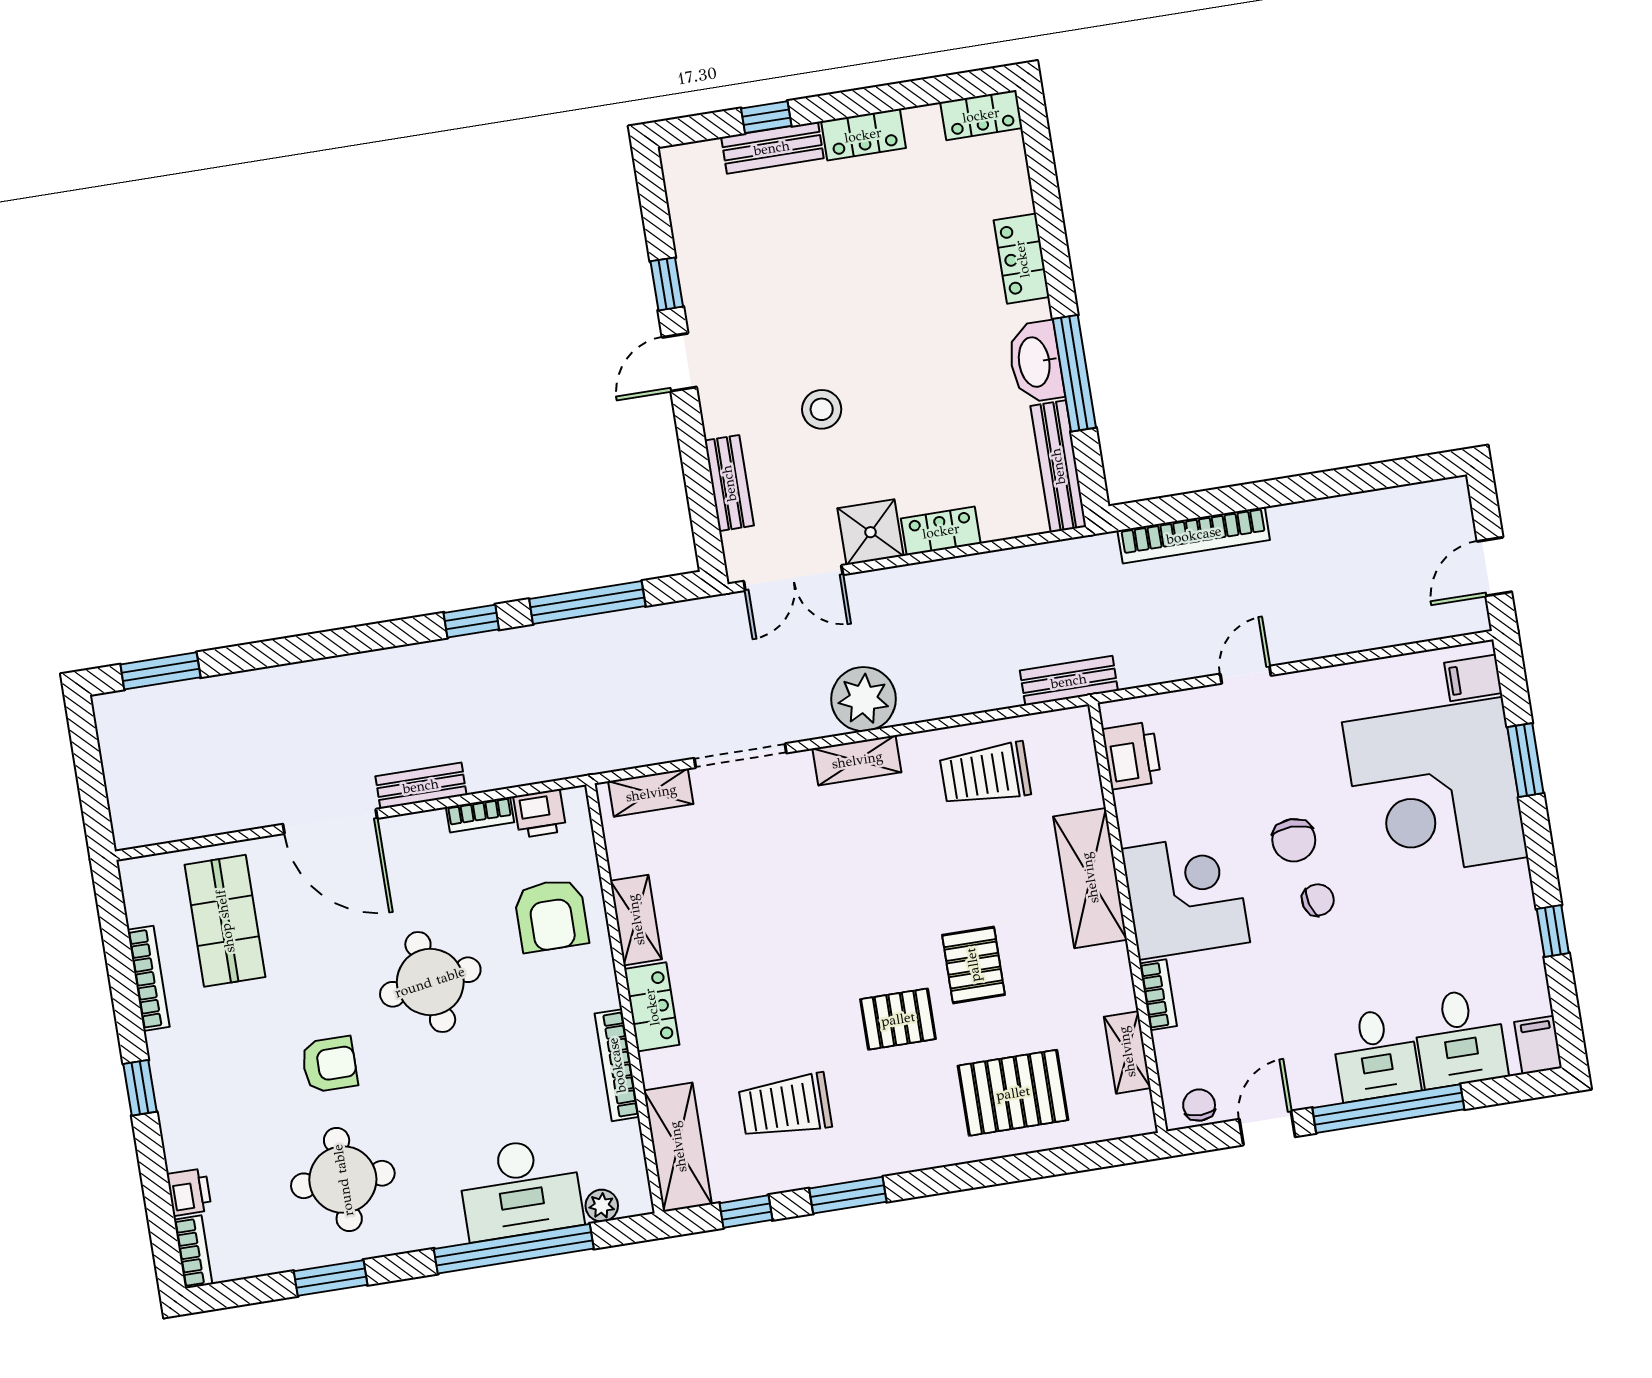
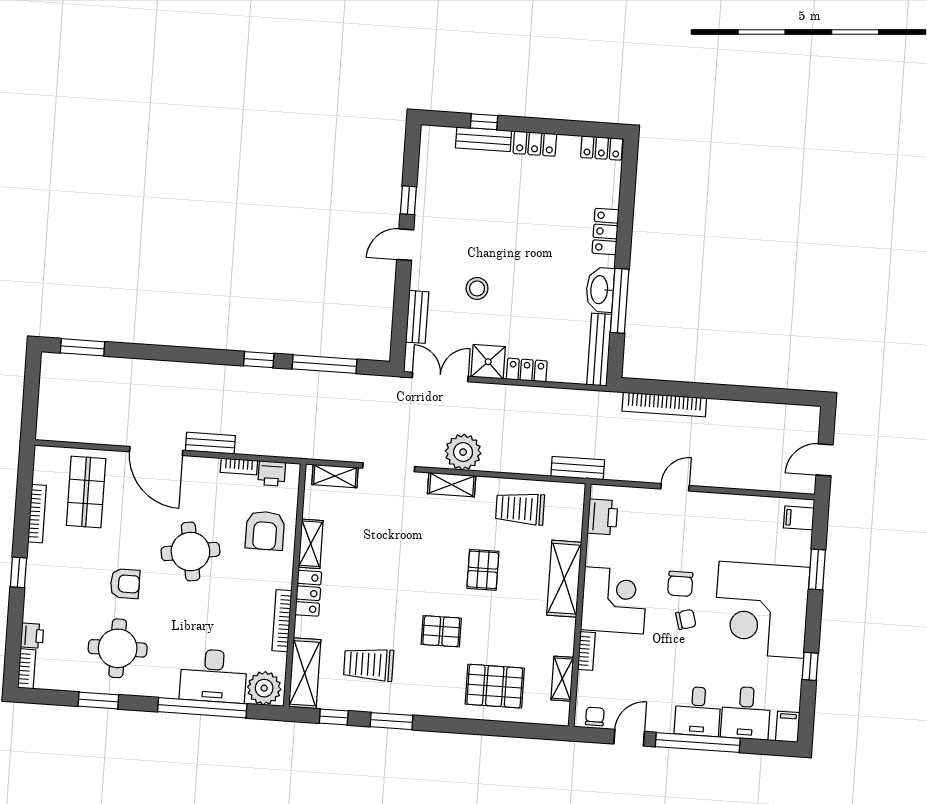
double door: (793, 578) -> (440, 377), swing flipped
corner desk: (1435, 790) -> (761, 610), moved
pallet: (973, 965) -> (483, 570), moved
plant: (602, 1206) -> (264, 688), width x1.88, depth x1.88

